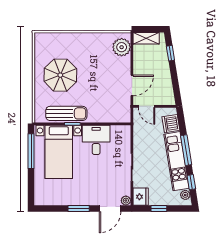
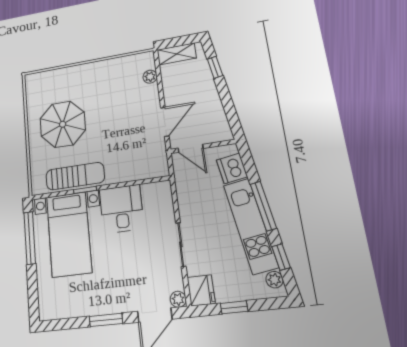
plant: (122, 47) -> (150, 77), width x0.53, depth x0.53

